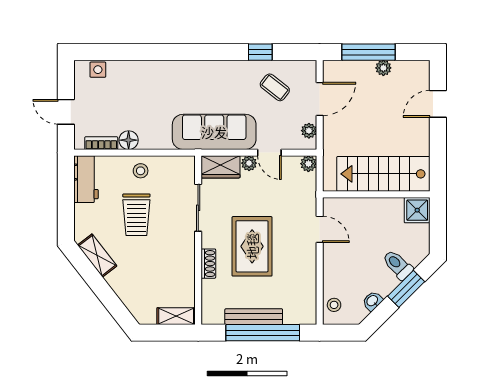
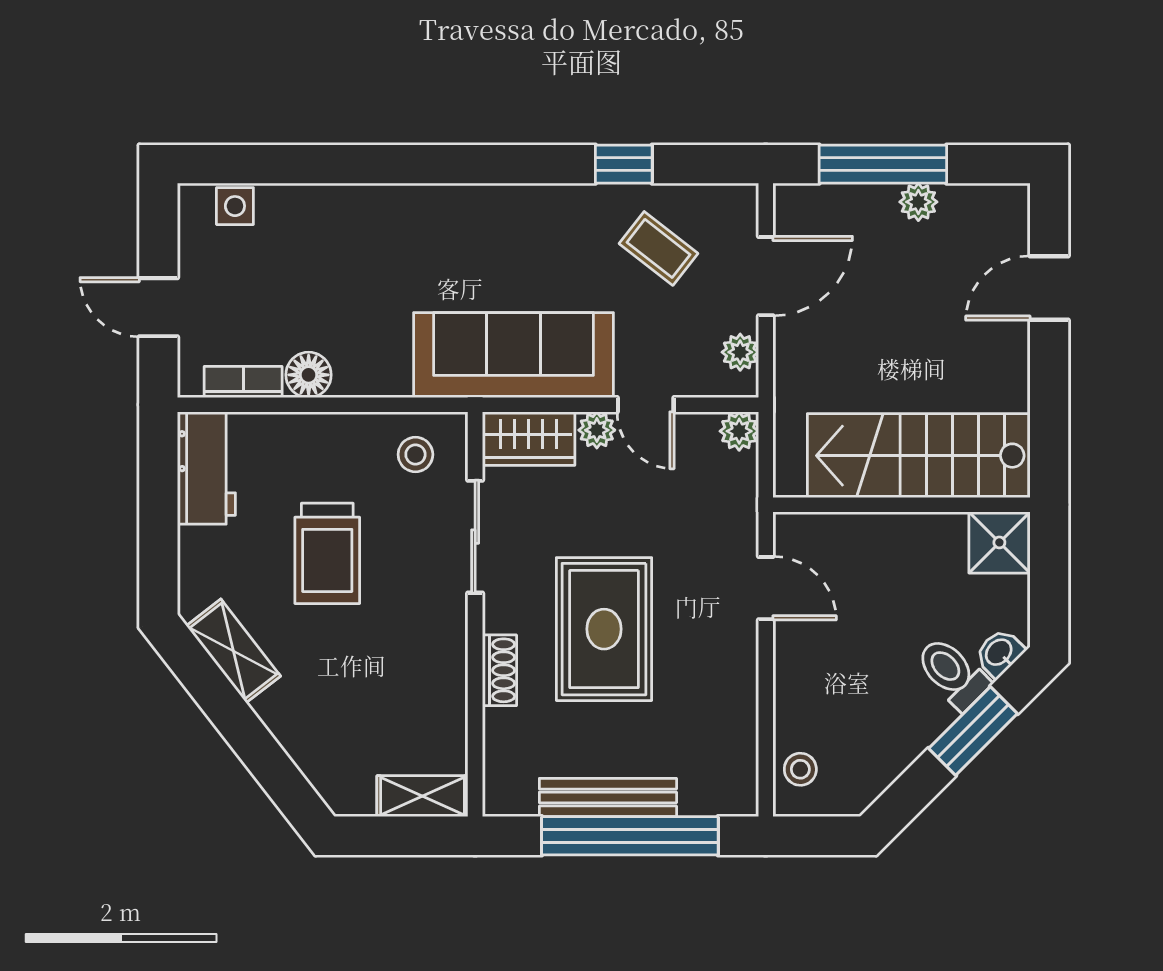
stool: (141, 171) -> (415, 454), moved
washbasin: (372, 301) -> (999, 653), moved

